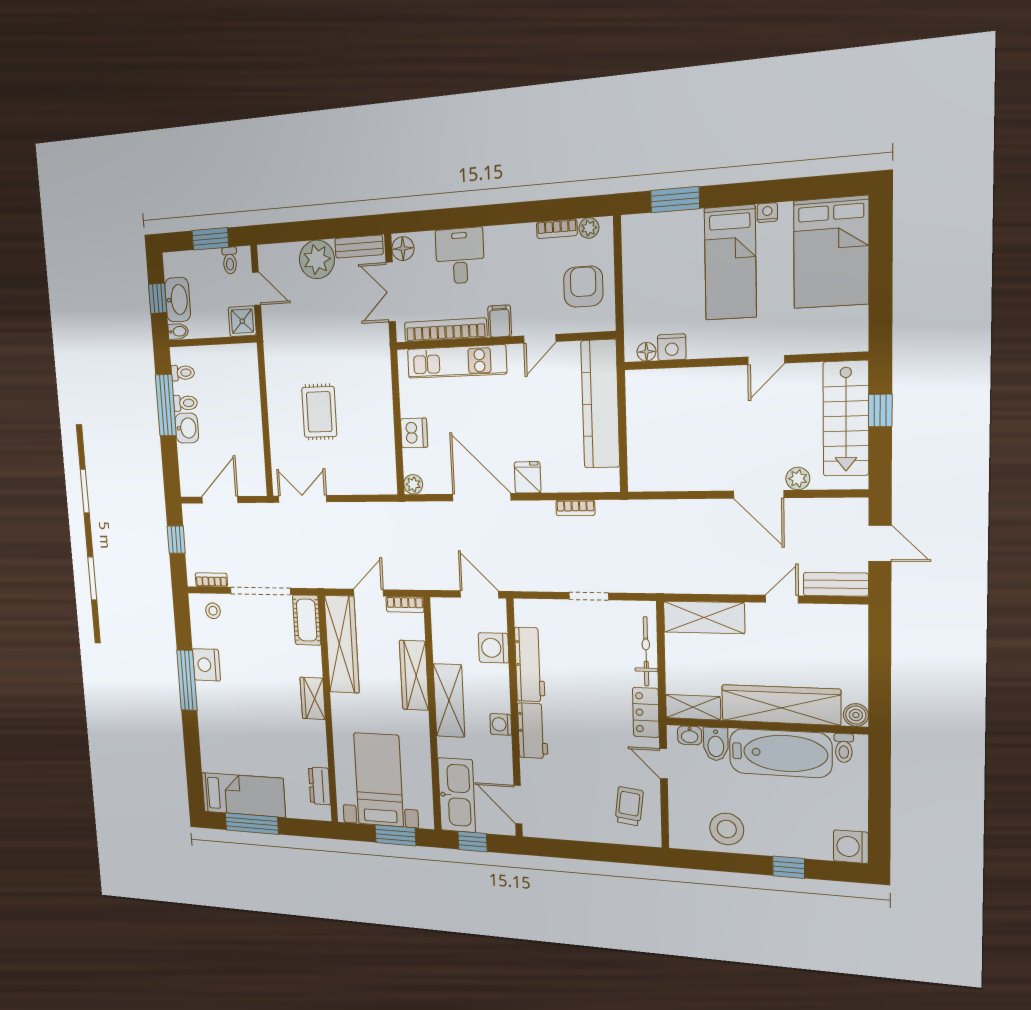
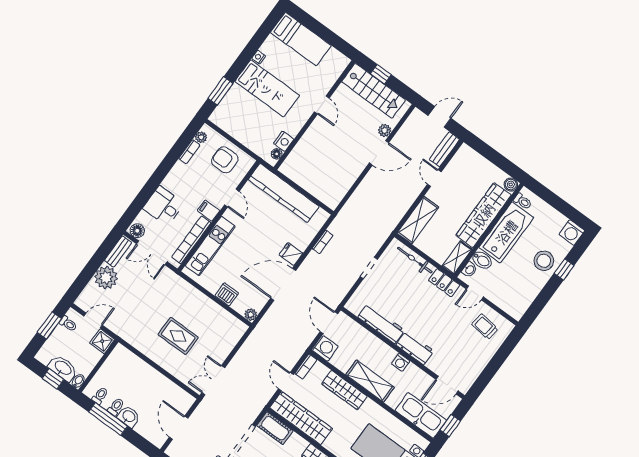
bed: (831, 252) -> (301, 39), width x0.67
door: (479, 594) -> (329, 323), hinge flipped
washing machine: (494, 648) -> (325, 348), moved, turned 180
stool: (727, 829) -> (544, 261), moved

